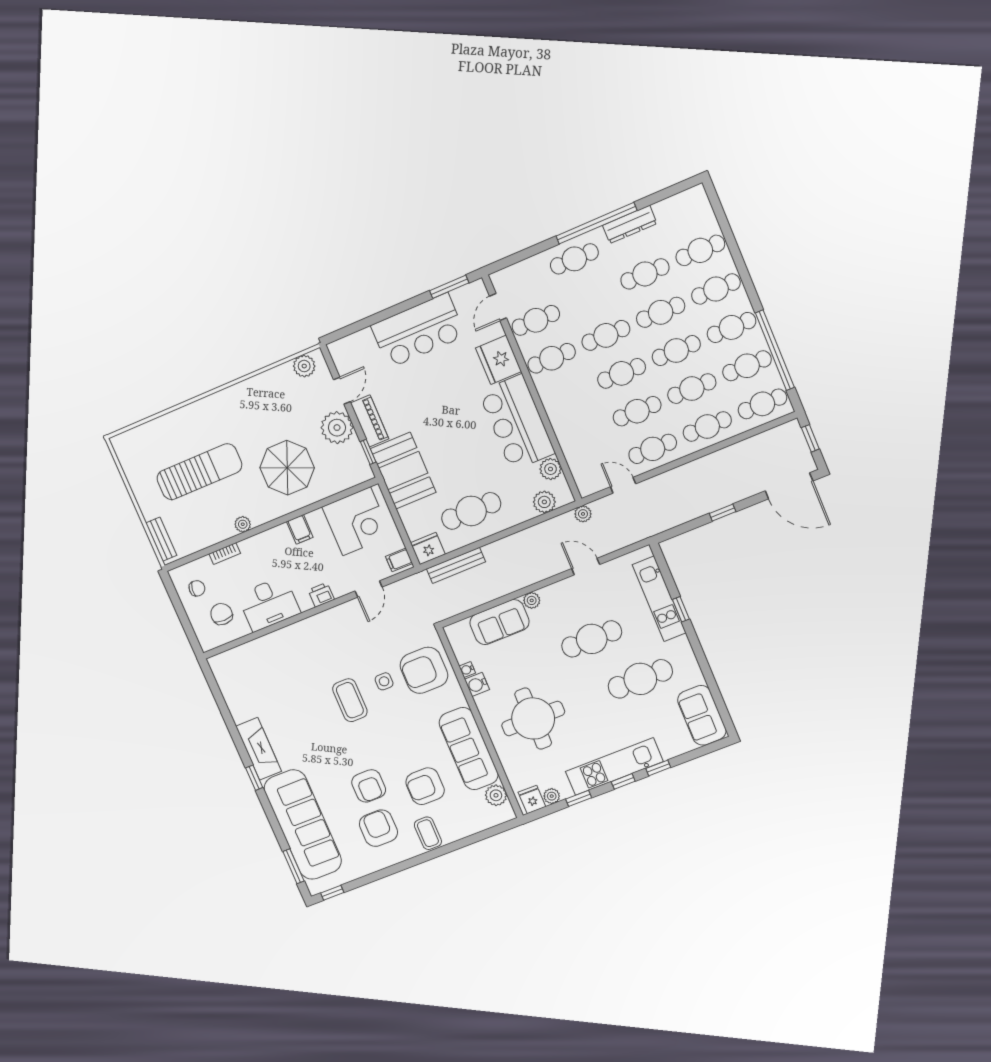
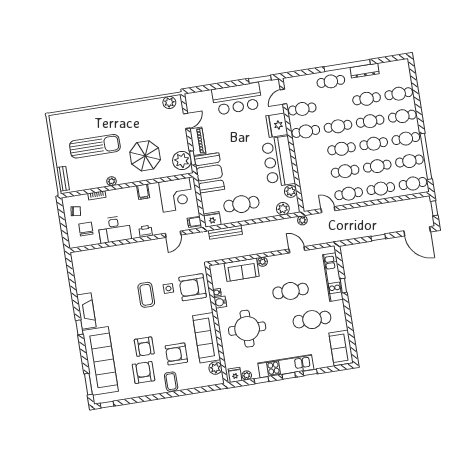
plant: (337, 428) -> (182, 160), moved

